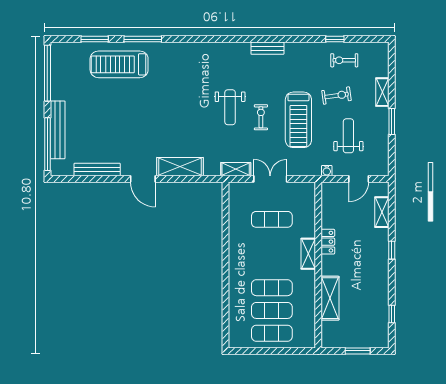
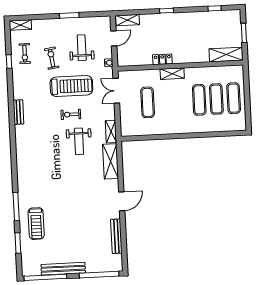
treadmill: (119, 64) -> (36, 224), width x0.73, depth x0.73
shelving: (382, 92) -> (20, 25), moved
weight bench: (230, 107) -> (79, 141), moved, turned 90
bench: (58, 130) -> (63, 269), moved
weight bench: (348, 136) -> (82, 48), turned 90
shelving: (180, 167) -> (111, 161), moved
double door: (270, 179) -> (116, 91), moved
door: (359, 179) -> (114, 38), hinge flipped
shelving: (382, 212) -> (128, 20), moved
shelving: (330, 298) -> (226, 55), moved

